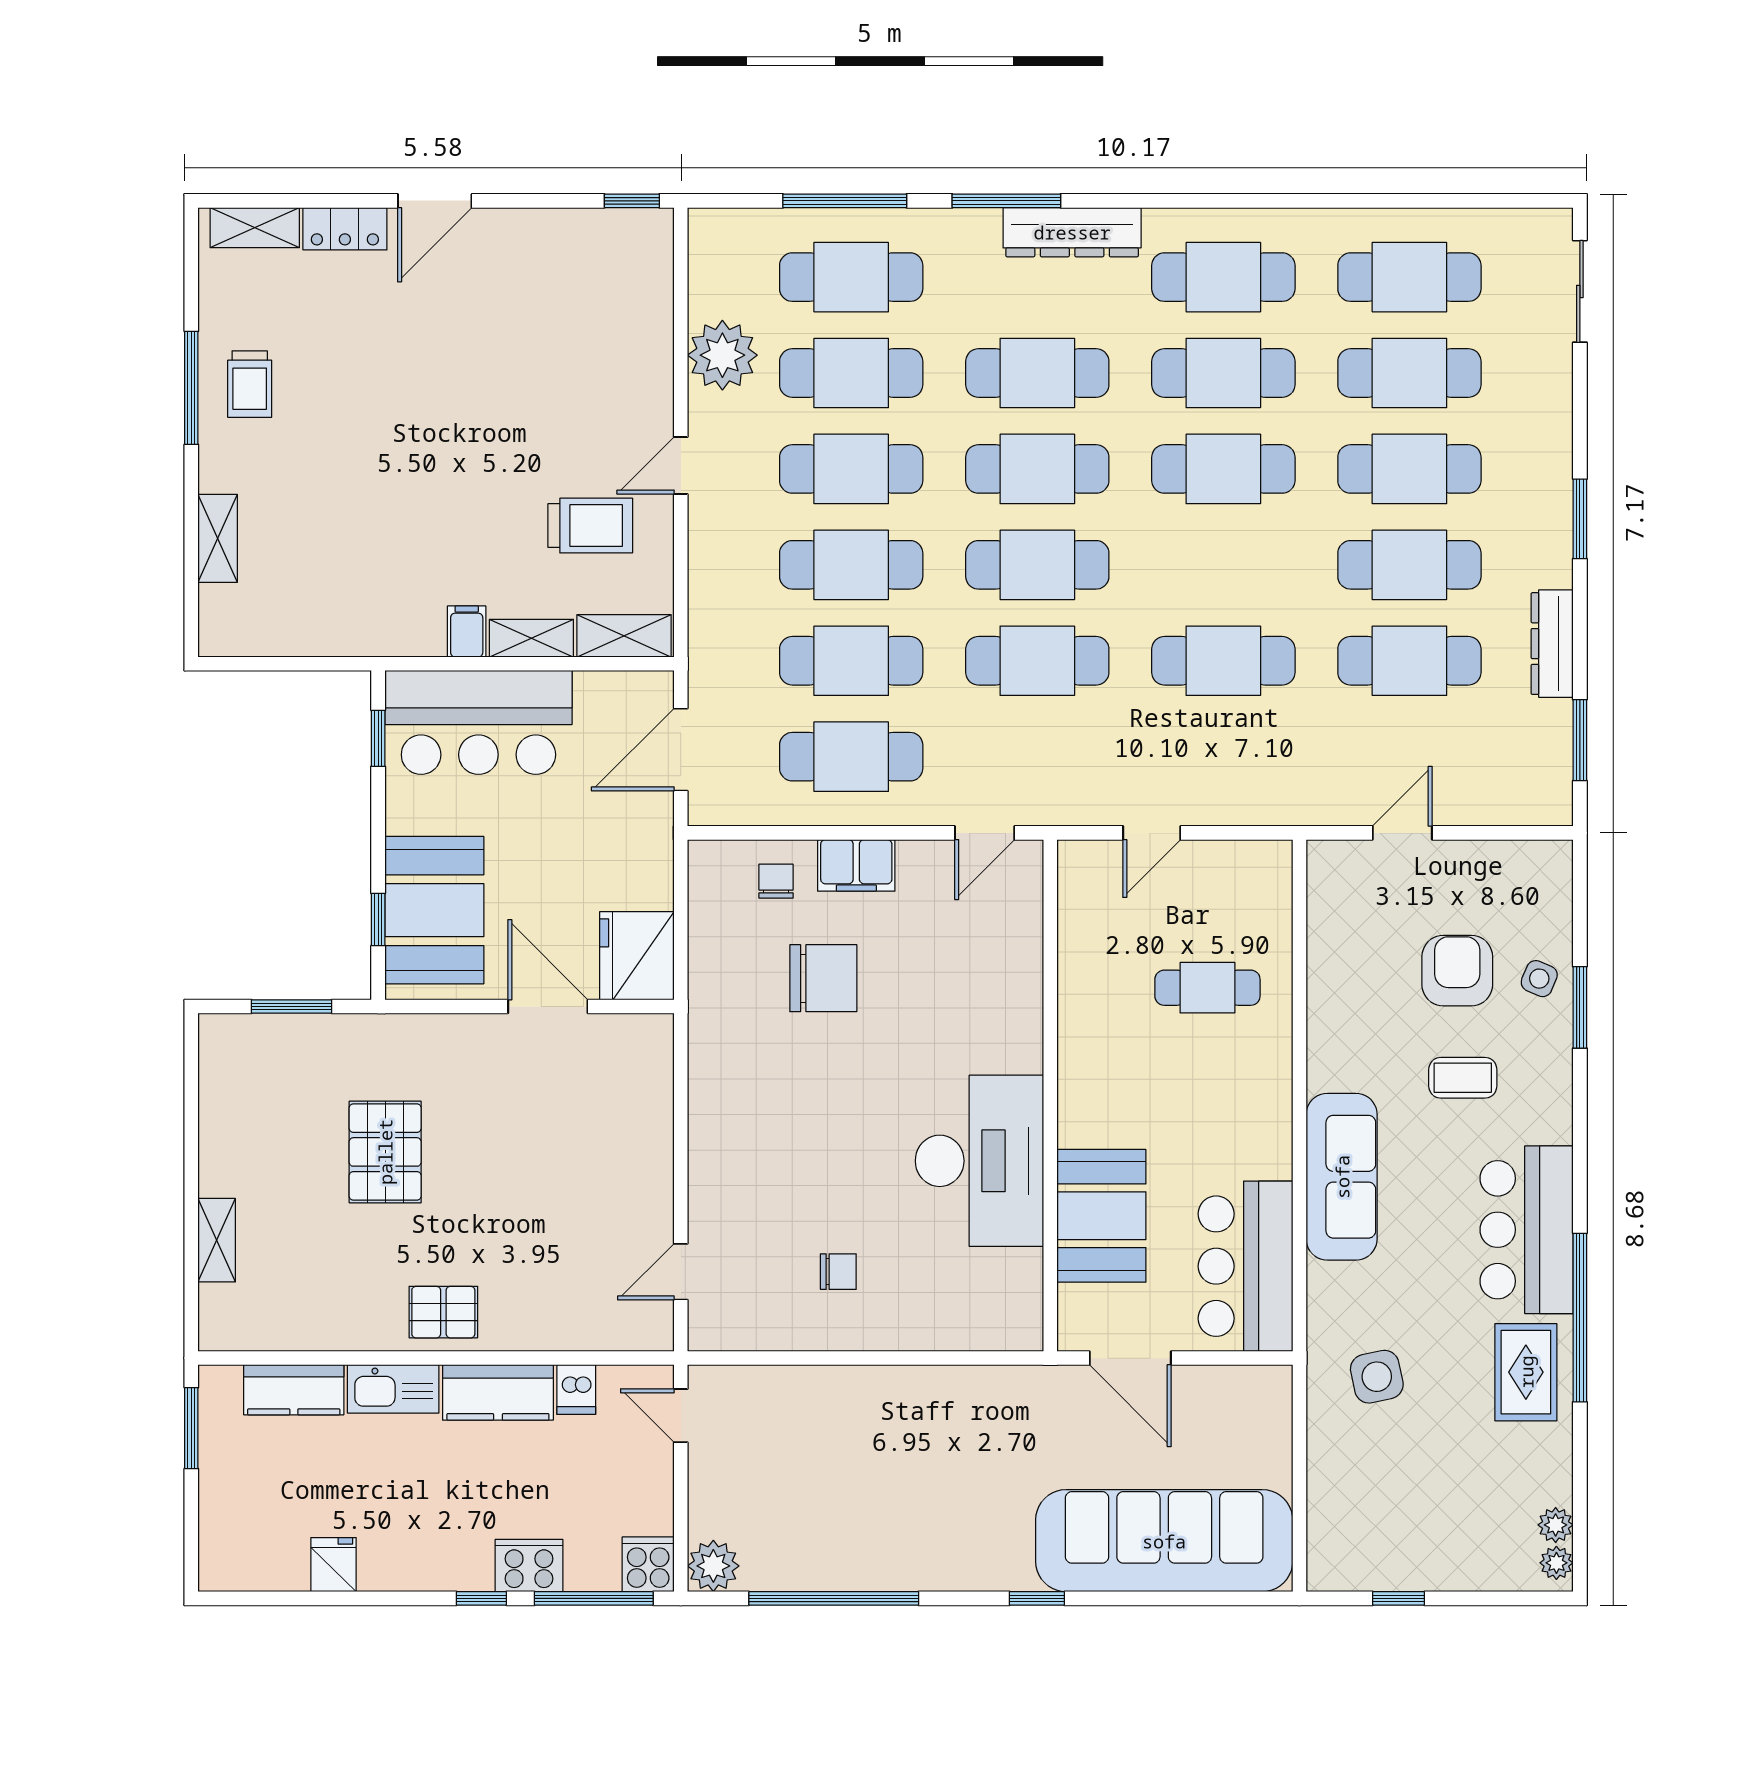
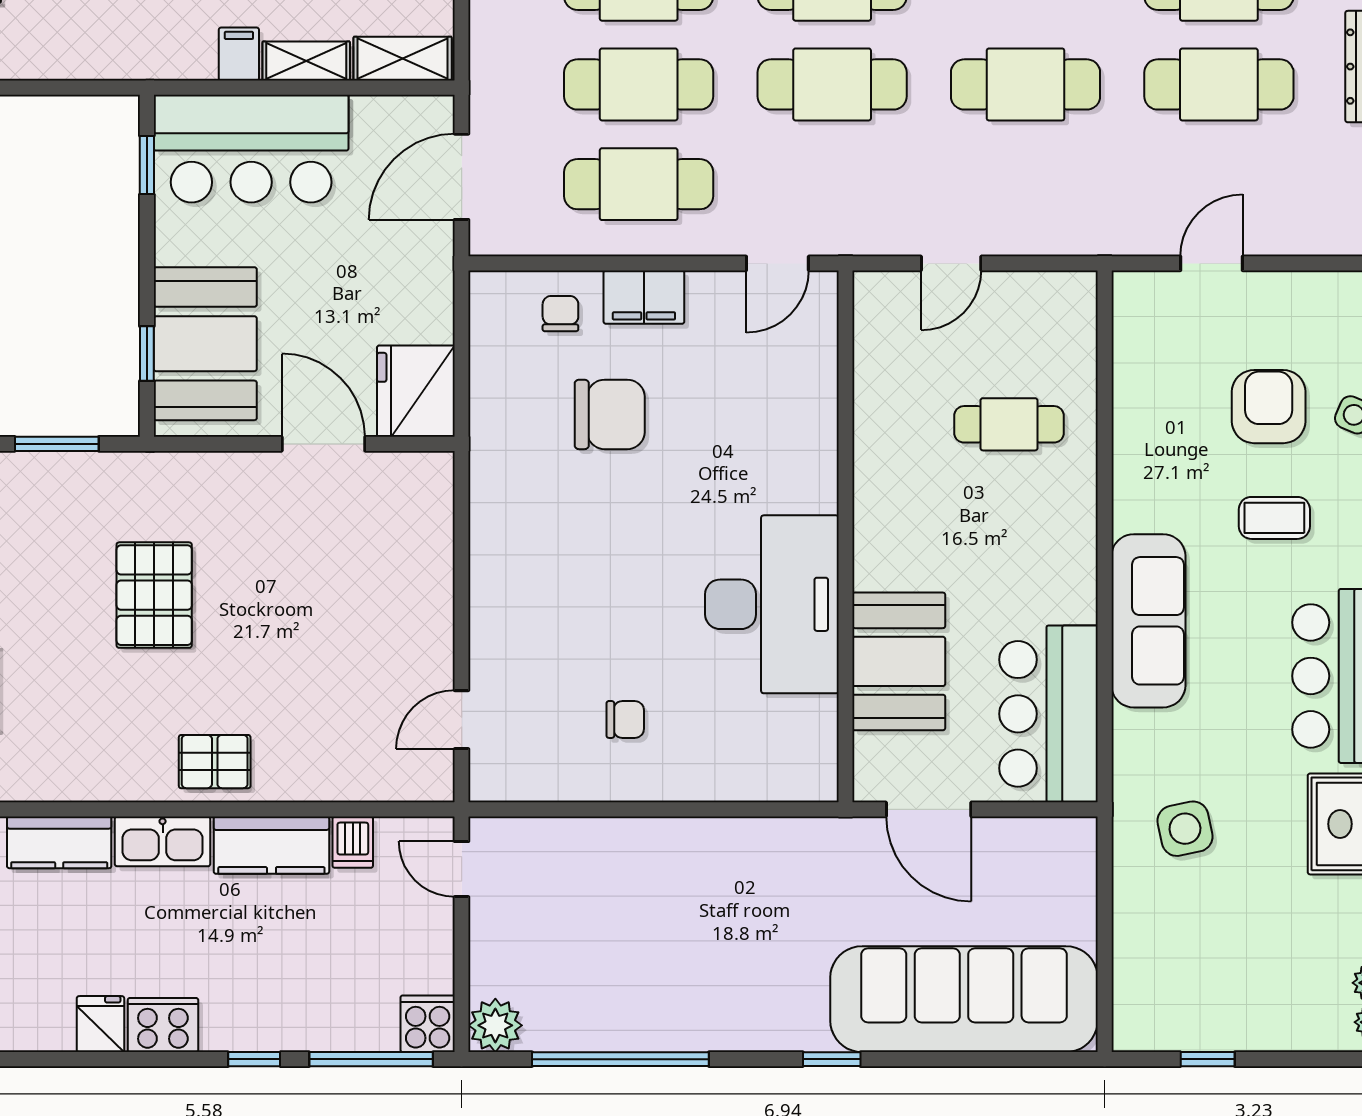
cooker: (529, 1566) -> (163, 1025), moved

